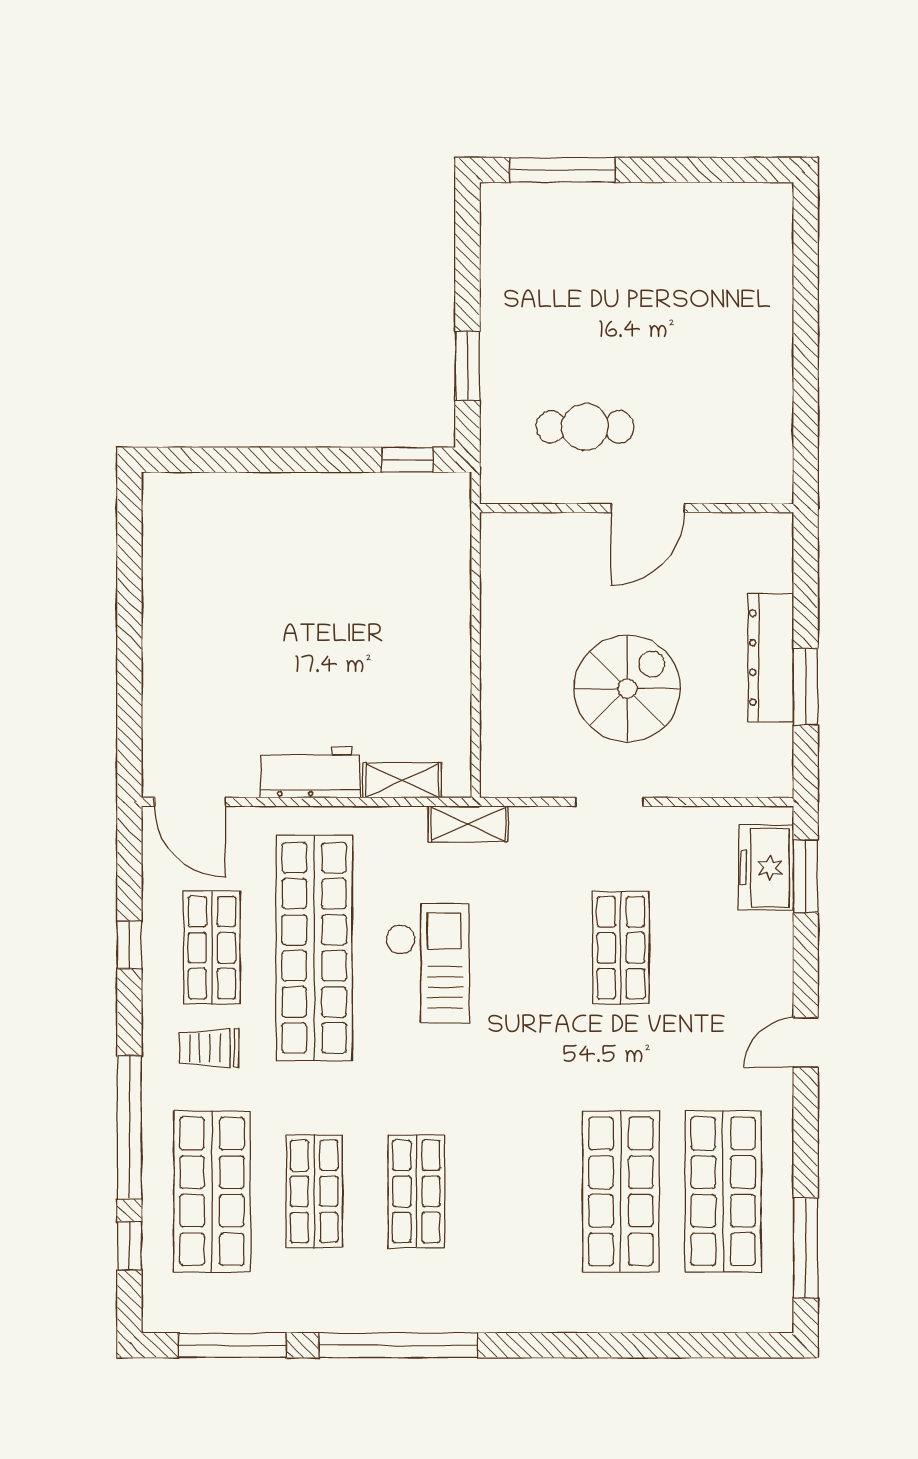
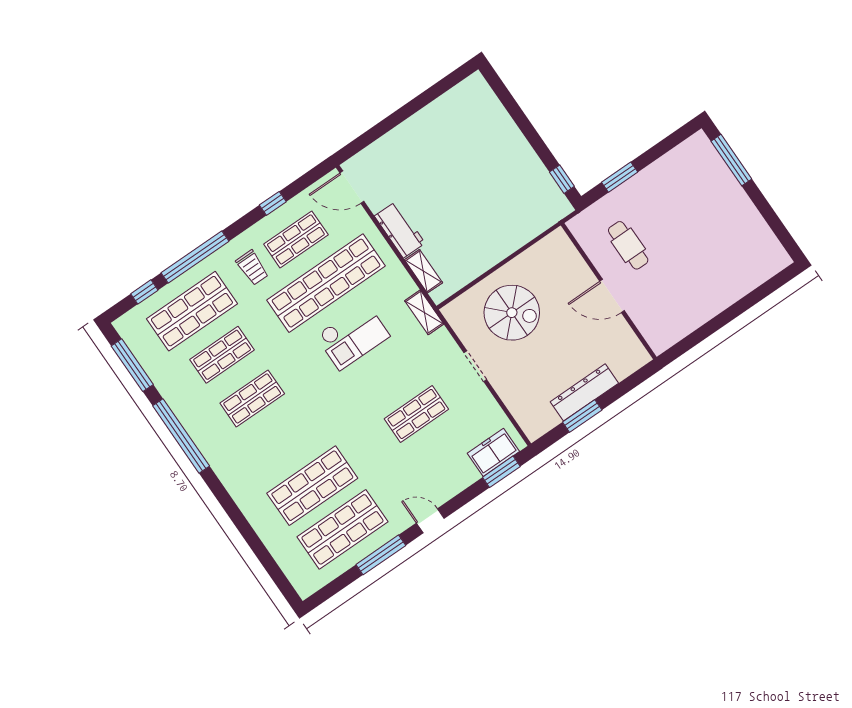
spiral stairs: (627, 689) -> (512, 313), moved
door: (190, 802) -> (352, 187), hinge flipped
trolley: (209, 1048) -> (252, 268), turned 180
window: (806, 1248) -> (381, 555), moved

